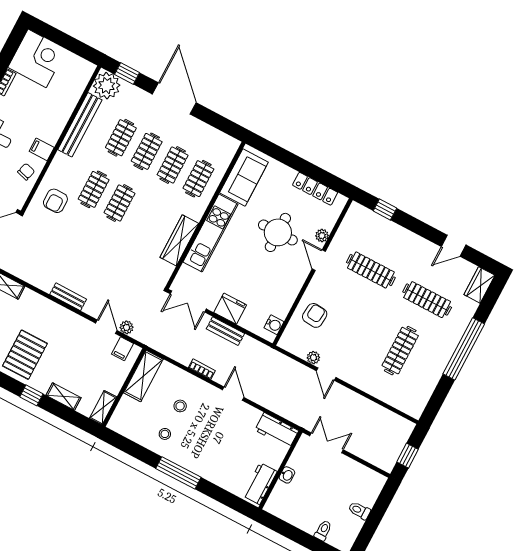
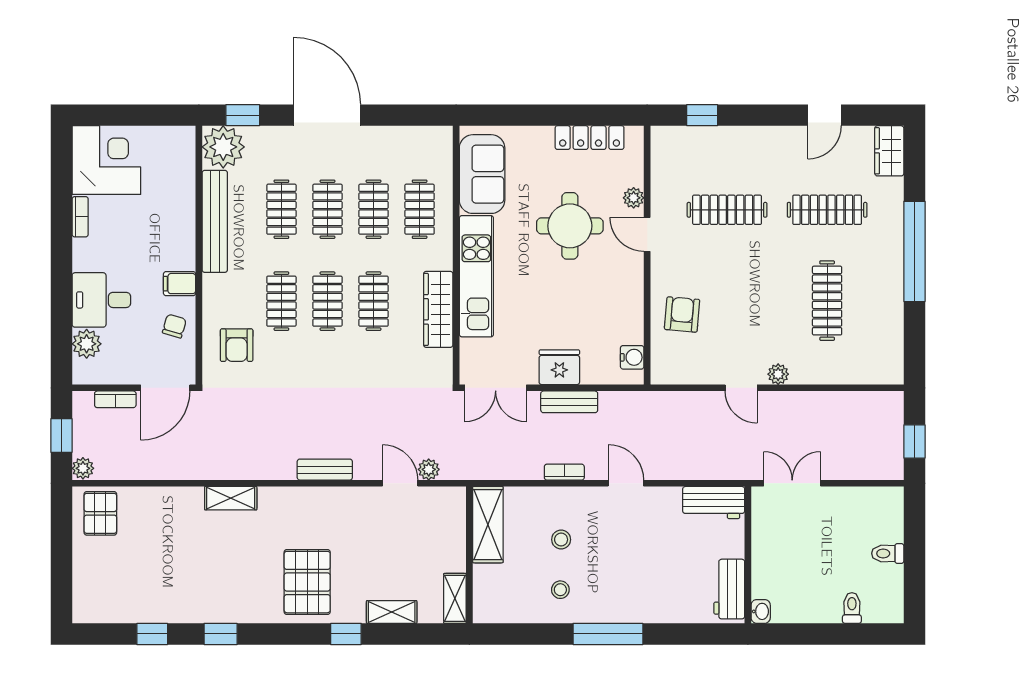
clothes rail: (145, 217) -> (374, 301), added
filing cabinet: (122, 349) -> (439, 502), removed
plant: (313, 358) -> (778, 374), moved
washbasin: (287, 475) -> (761, 611), moved

